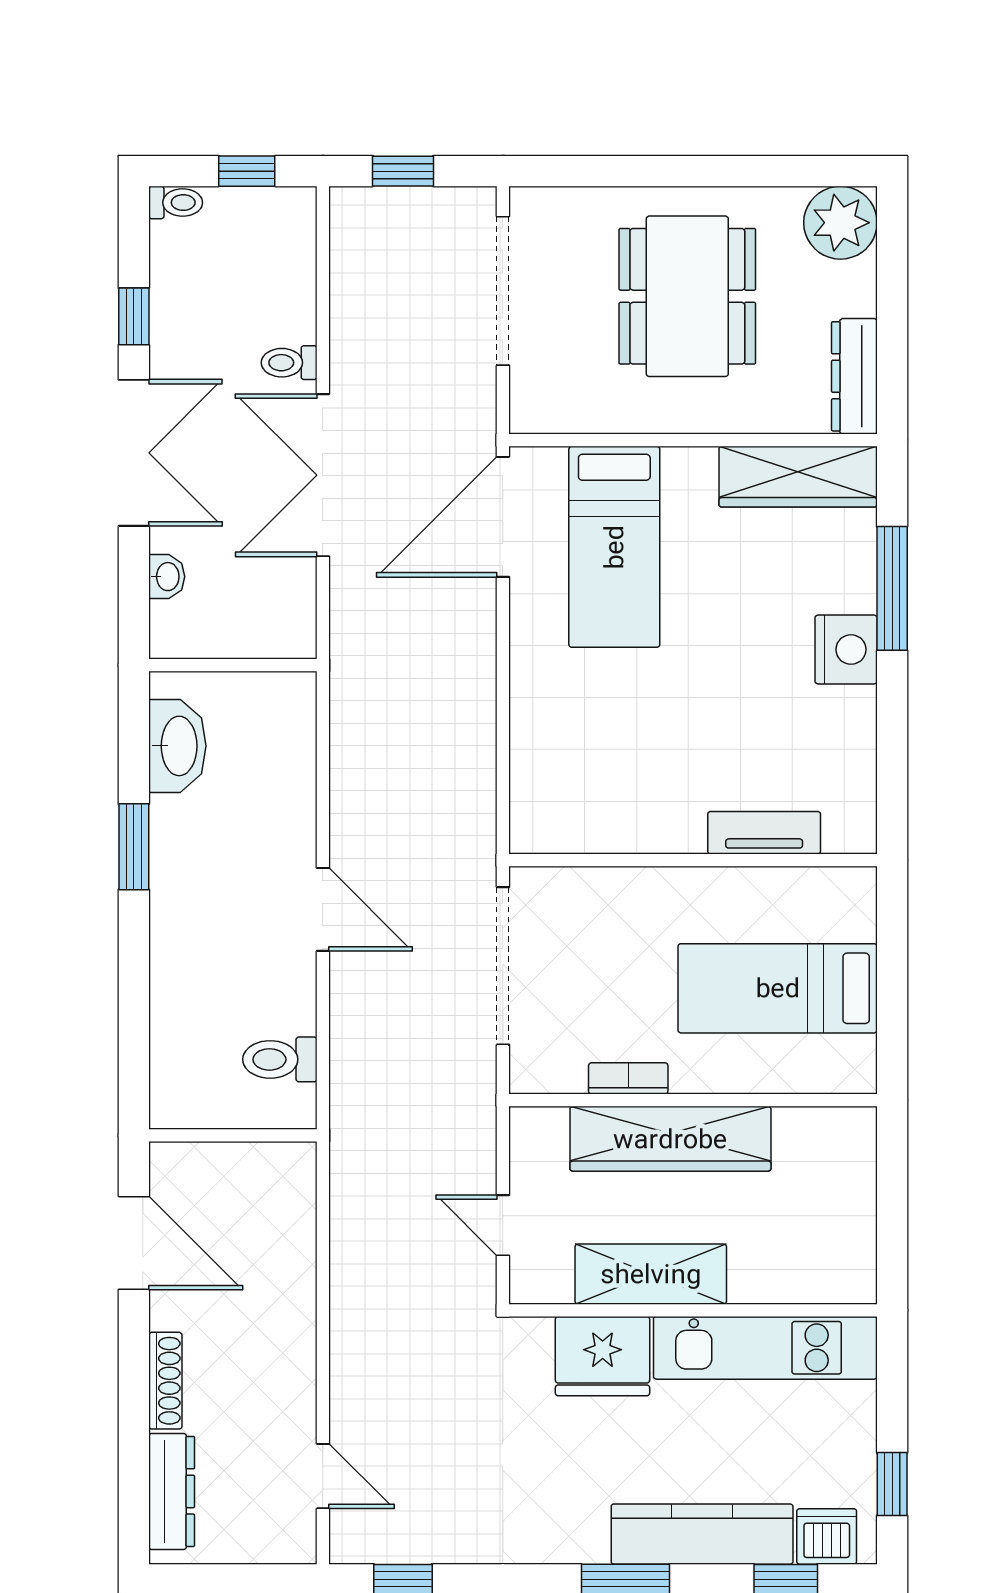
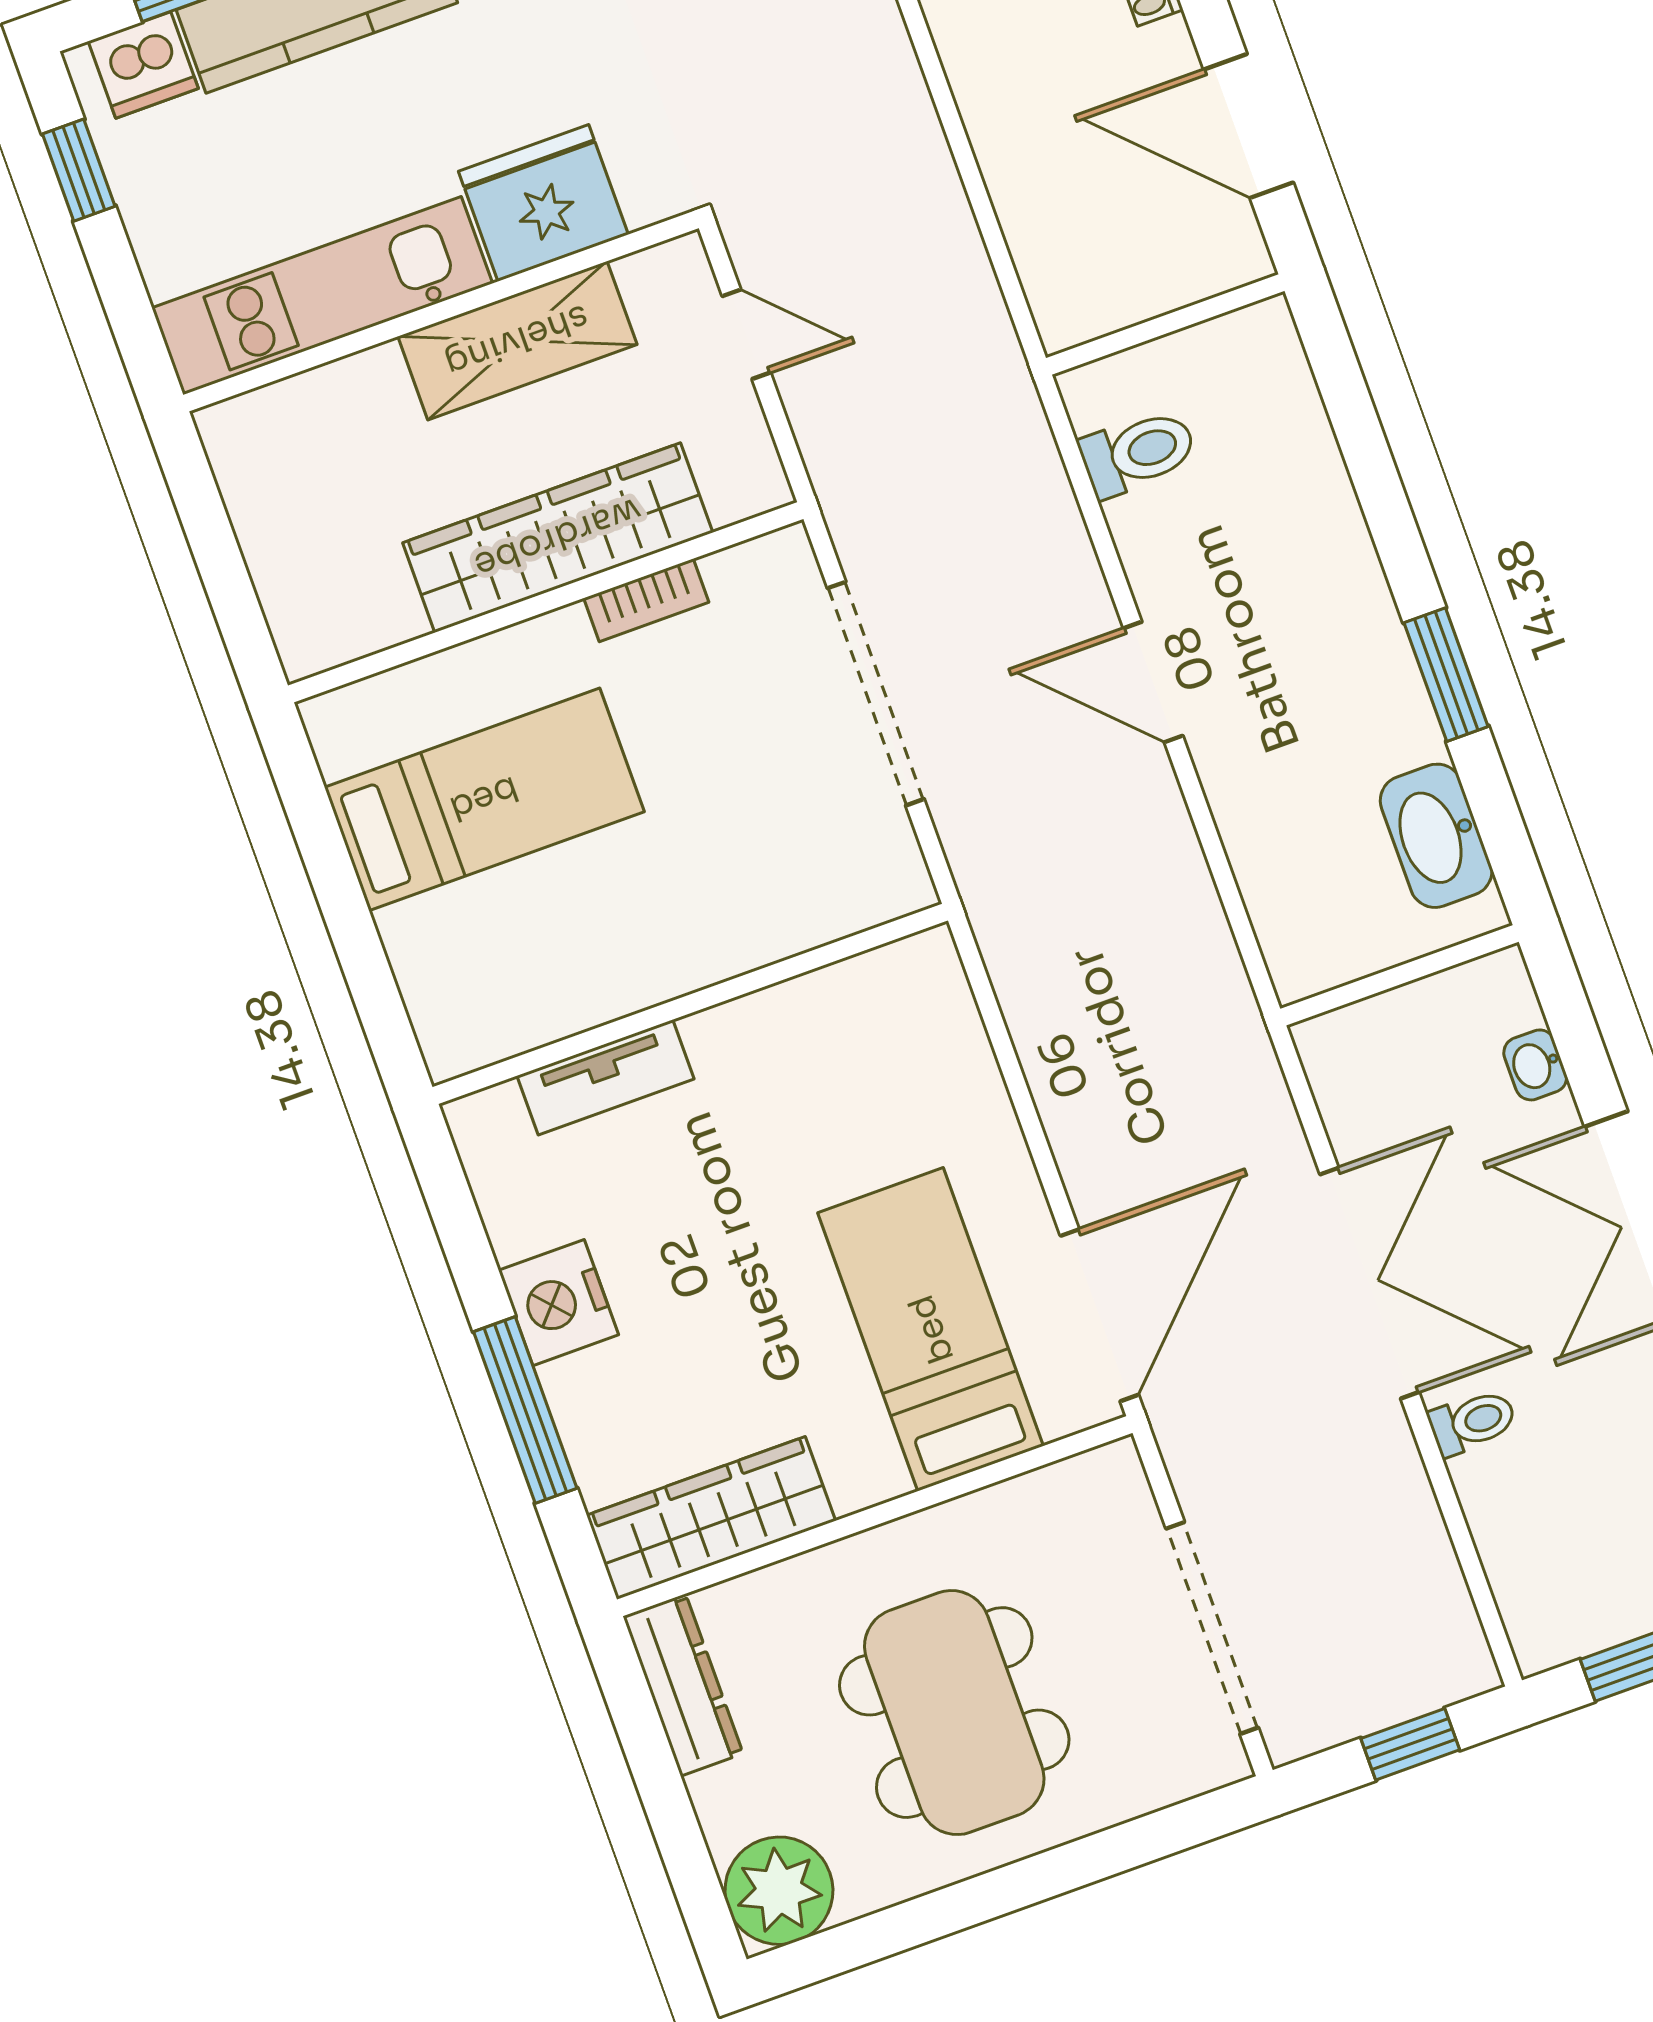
tv unit: (764, 833) -> (605, 1077), moved
wall: (693, 860) -> (690, 1004), moved

